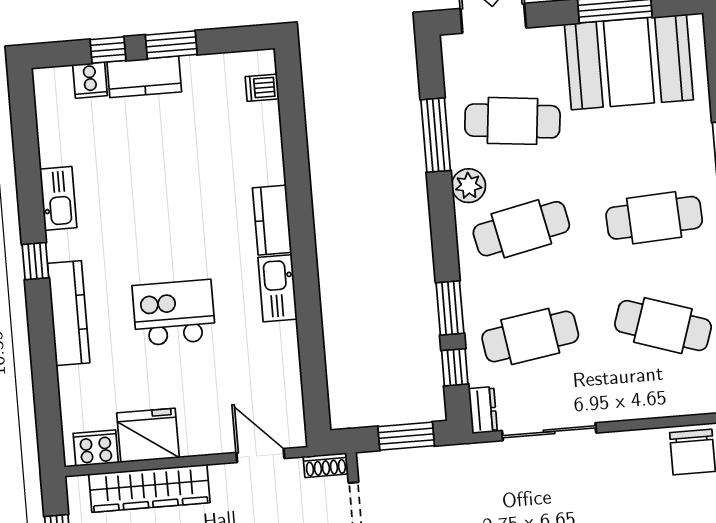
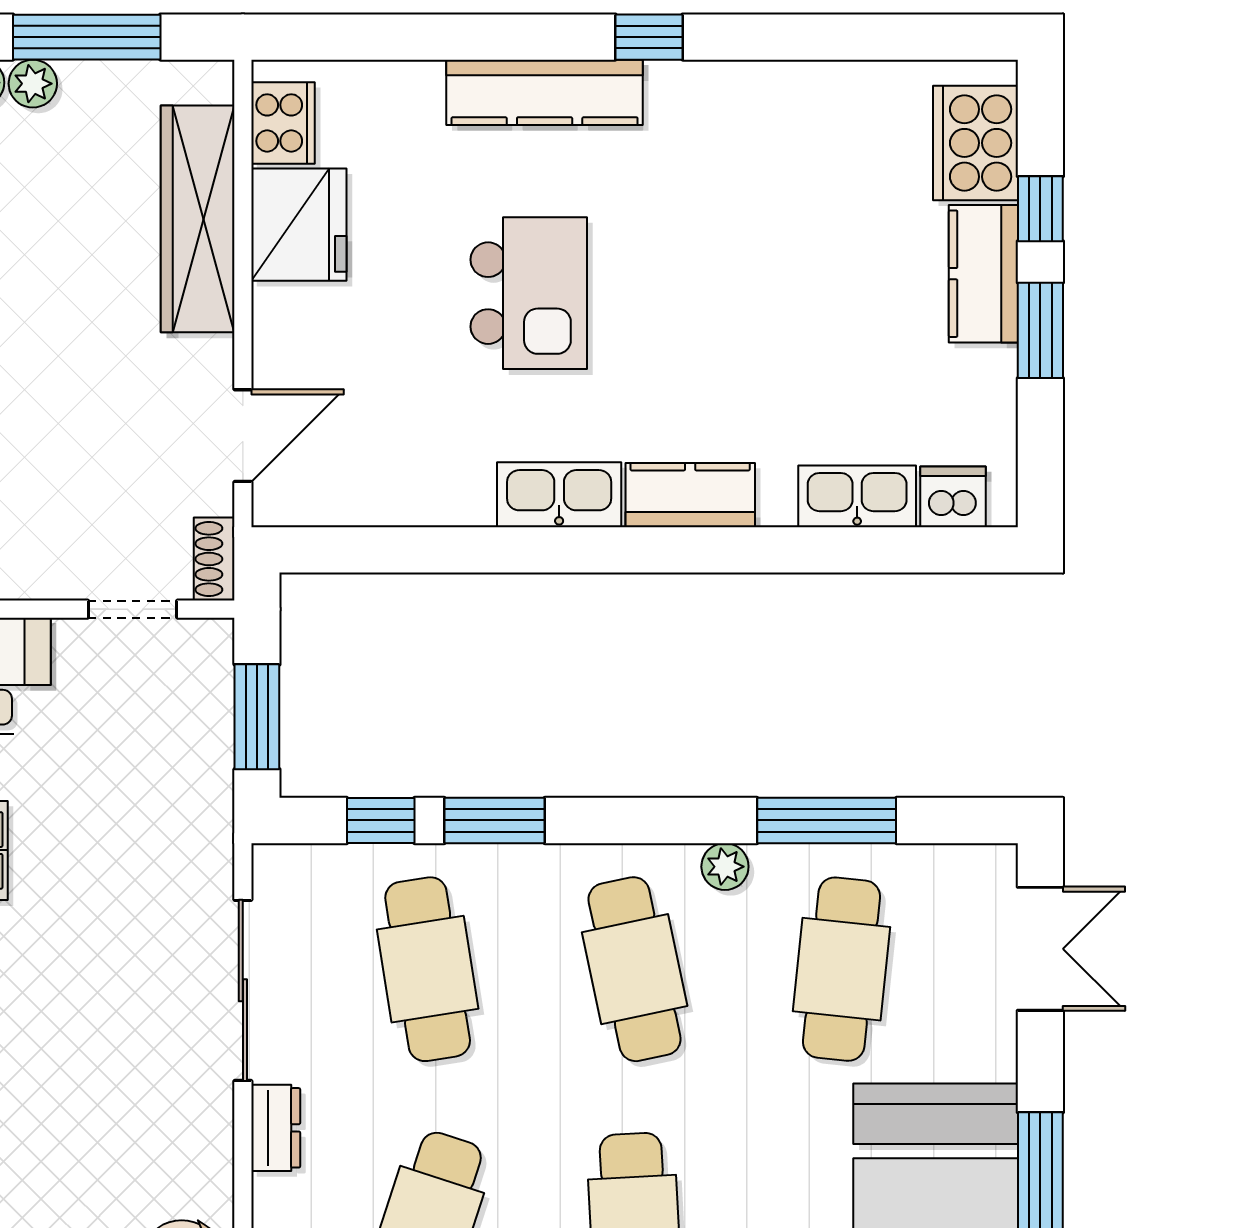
cooker: (90, 80) -> (975, 143), width x1.87, depth x1.31
dishwasher: (262, 88) -> (953, 497), width x1.38
plant: (469, 186) -> (725, 867), width x0.73, depth x0.73
kitchen sink: (58, 198) -> (857, 496), moved, turned 180
dresser: (483, 410) -> (276, 1128), moved, turned -90

